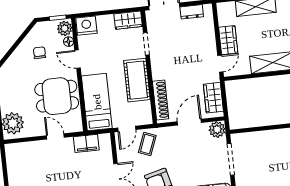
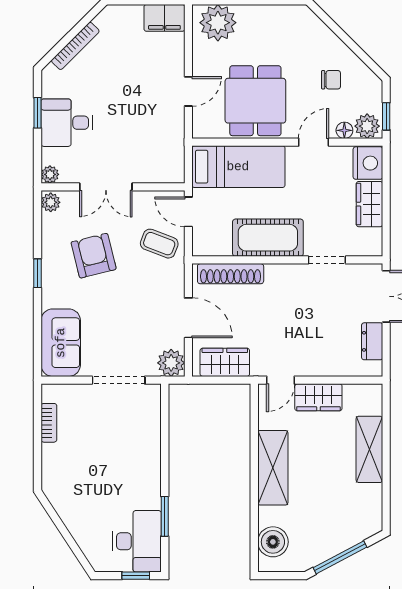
wardrobe: (128, 20) -> (369, 204), moved
door: (220, 64) -> (281, 380), hinge flipped
filing cabinet: (86, 143) -> (164, 18), moved, turned -90

